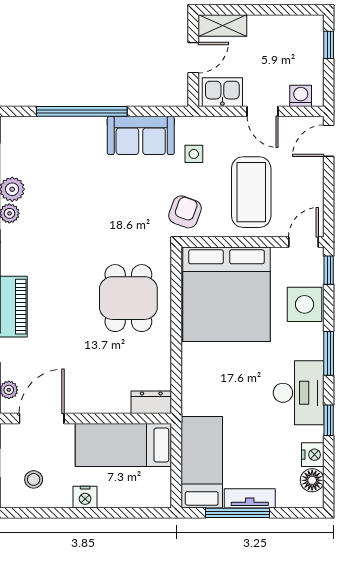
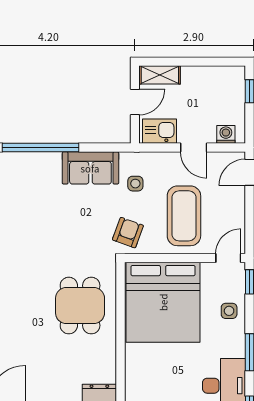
side table: (305, 304) -> (229, 311), width x0.54, depth x0.54

